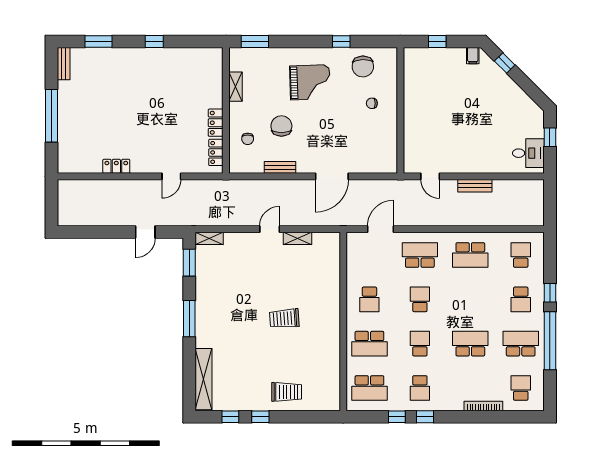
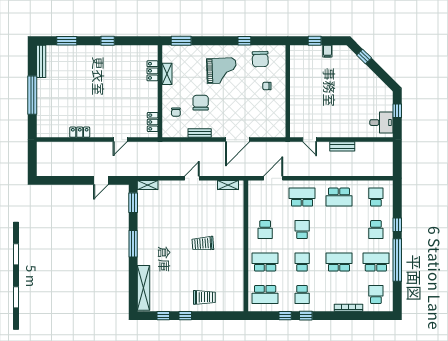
filing cabinet: (473, 56) -> (327, 51), moved
bench: (64, 64) -> (41, 61), width x1.36
locker: (216, 123) -> (152, 71), moved
shelving: (297, 238) -> (228, 185), moved
school desk: (369, 344) -> (265, 262), turned 180

